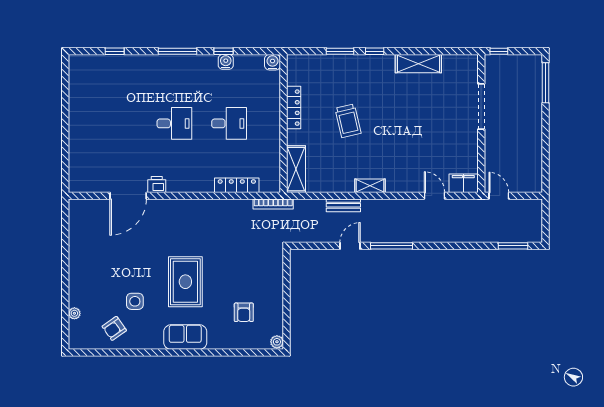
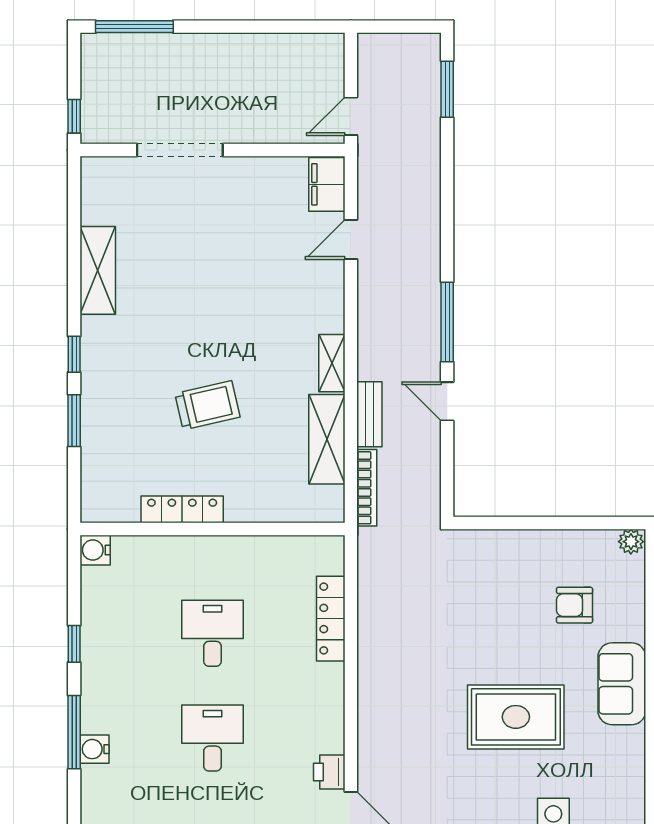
water cooler: (226, 62) -> (94, 749), moved
shelving: (296, 169) -> (327, 439), moved, turned 90
bookcase: (273, 204) -> (367, 488), moved
armchair: (244, 312) -> (574, 605), turned 180
sofa: (185, 337) -> (622, 684), moved

